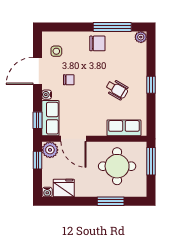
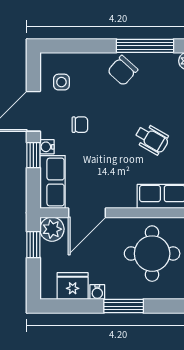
chair: (97, 43) -> (123, 70), turned 132
window: (38, 120) -> (33, 155), moved
door: (74, 139) -> (87, 213), hinge flipped
water cooler: (47, 192) -> (97, 292), moved
window: (111, 201) -> (124, 306), moved

